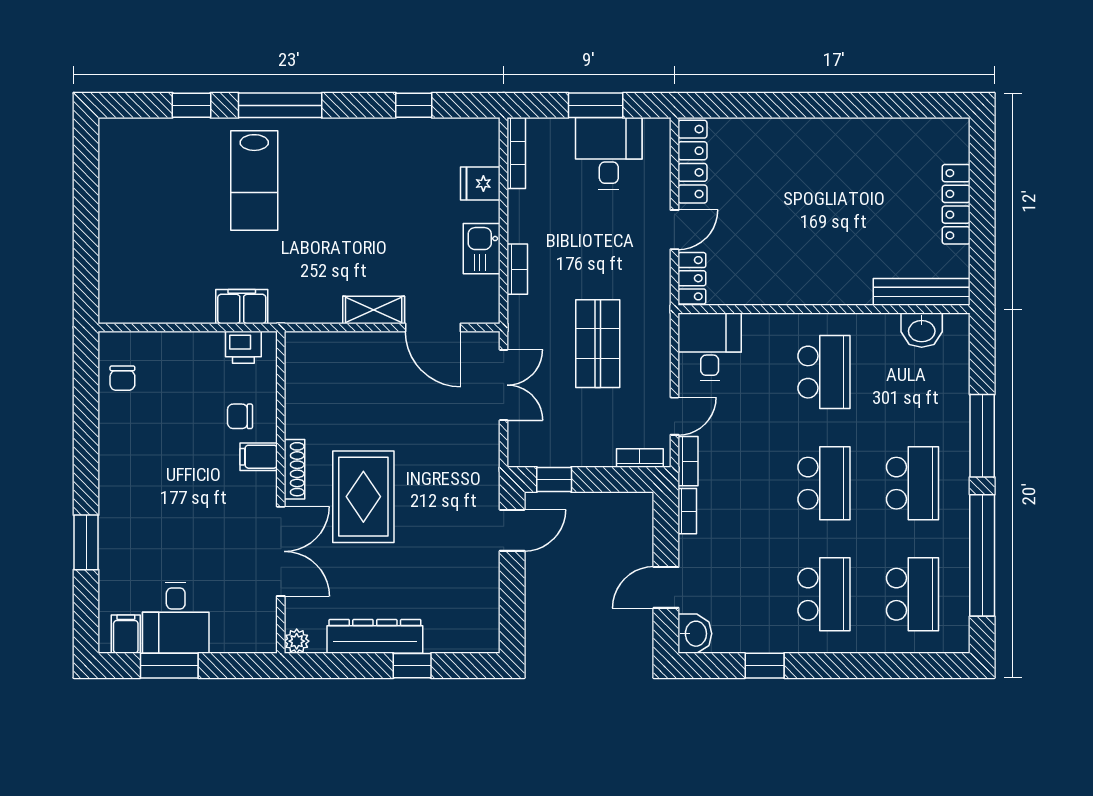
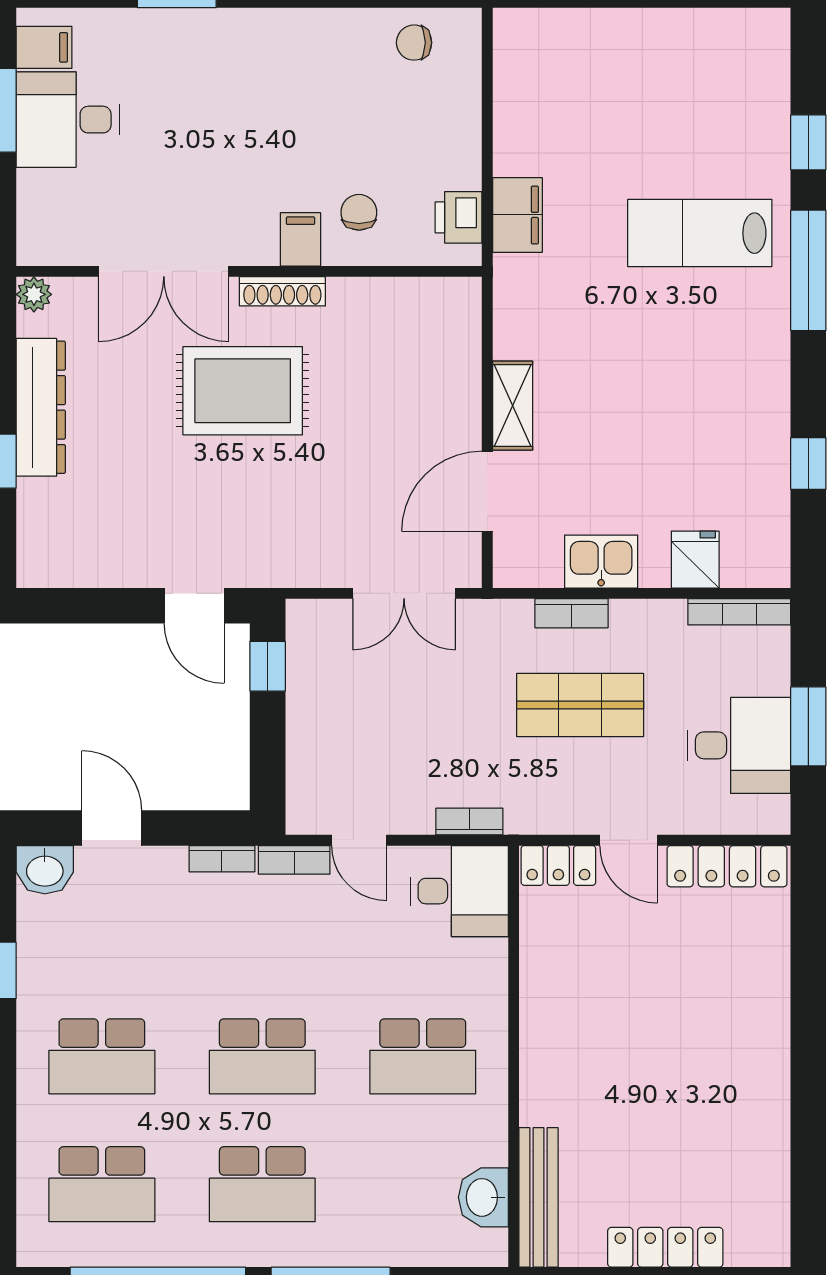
shop shelf: (598, 344) -> (580, 705), moved
bookcase: (640, 458) -> (469, 822), moved, turned -90

